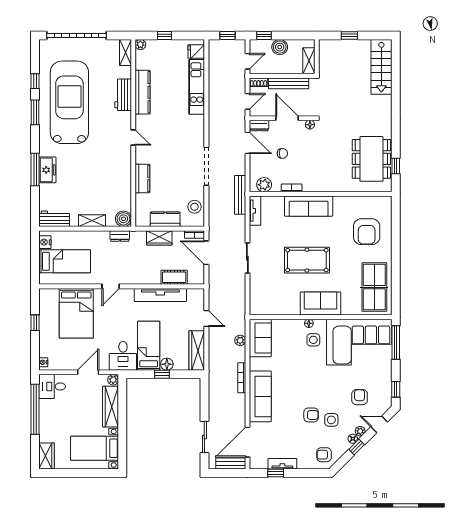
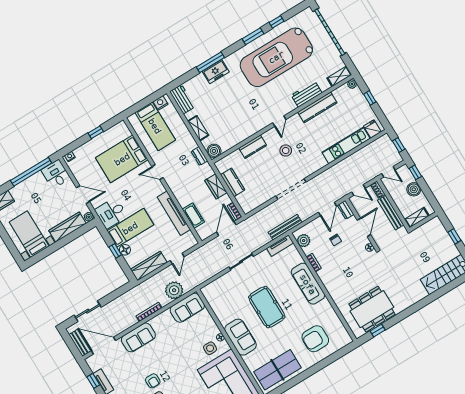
car: (69, 102) -> (276, 57), turned 180
stool: (194, 207) -> (286, 150), moved
plant: (240, 340) -> (174, 290), width x1.87, depth x1.87
sofa: (260, 396) -> (138, 337), width x0.73

